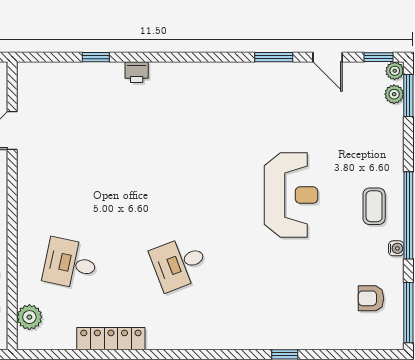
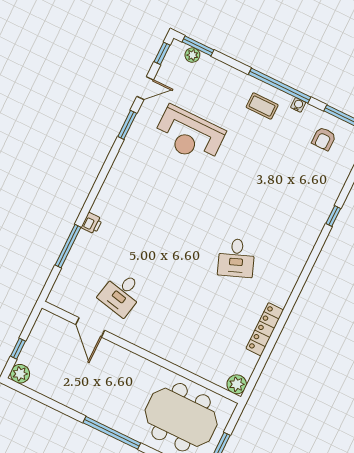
window: (96, 57) -> (68, 246), width x2.17
plant: (395, 71) -> (177, 47), removed
reception desk: (291, 195) -> (189, 135), moved, turned 180
desk: (70, 263) -> (121, 294), moved
plant: (29, 317) -> (237, 384), moved

